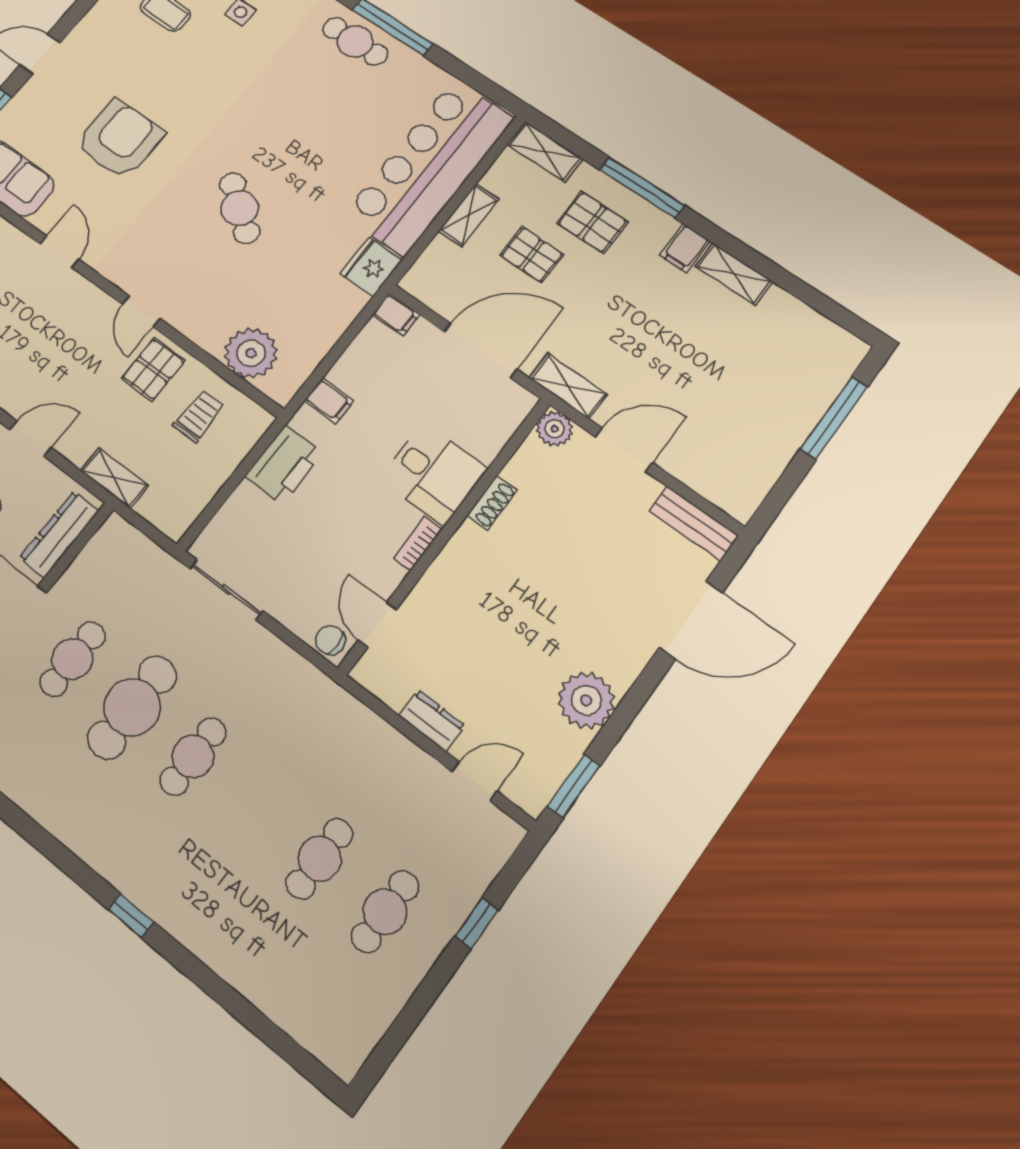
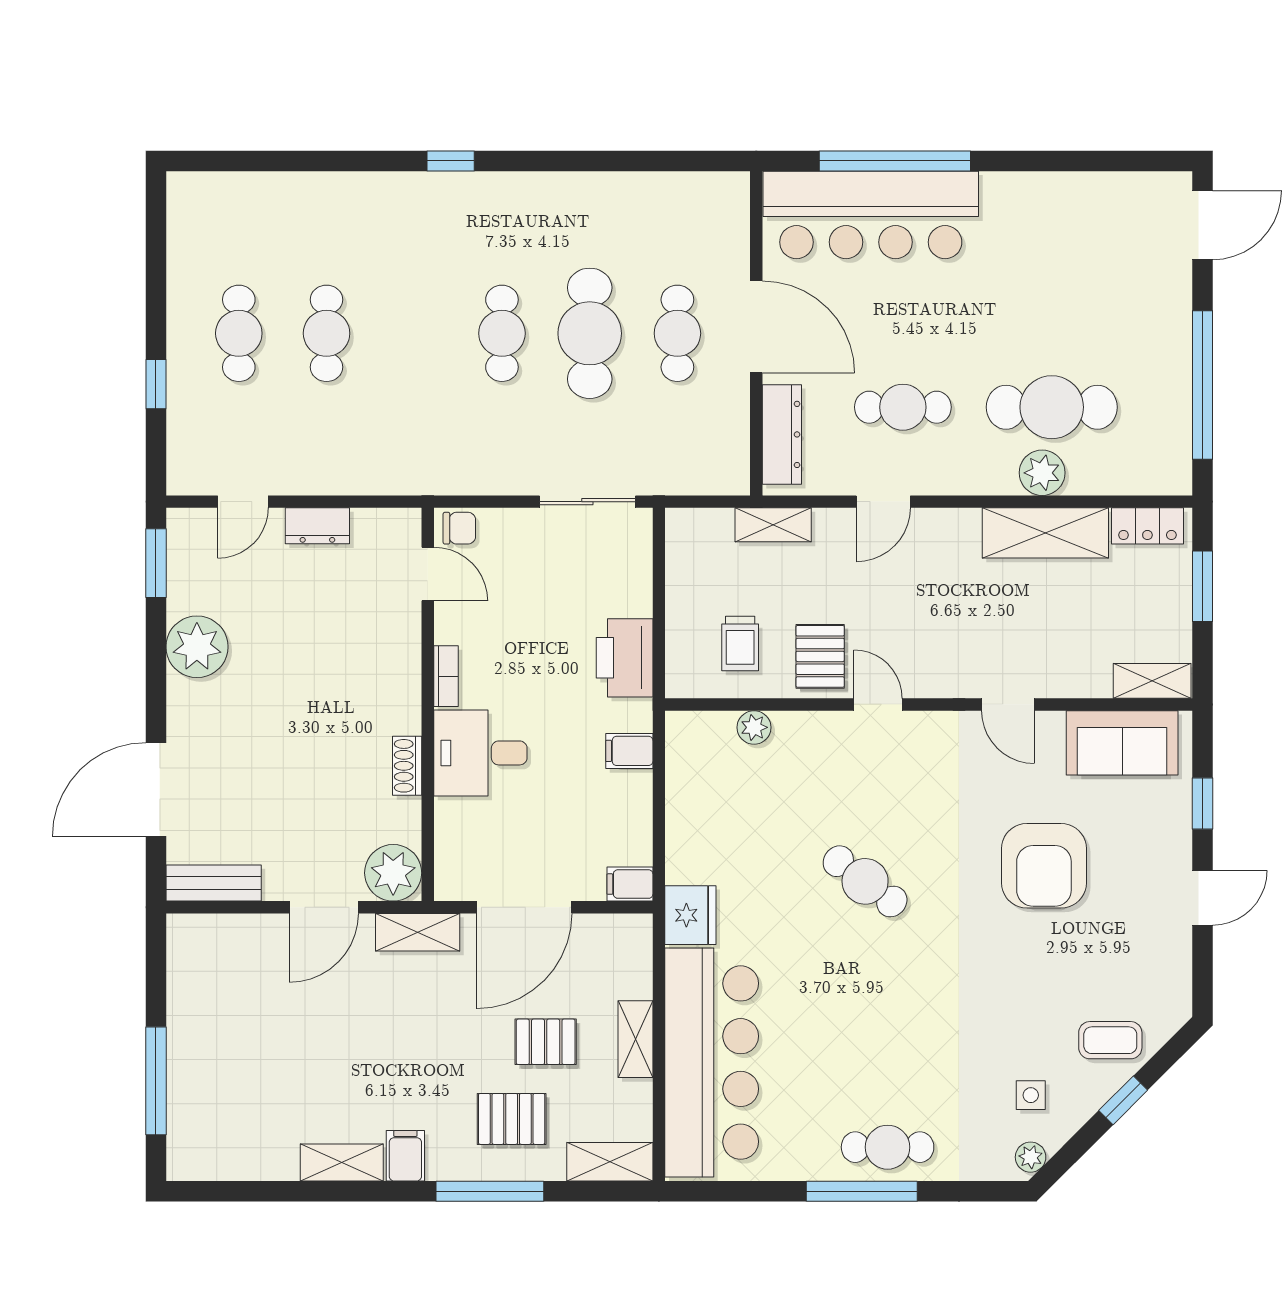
plant: (251, 353) -> (754, 727), width x0.53, depth x0.53
plant: (555, 429) -> (393, 873), width x1.36, depth x1.36

